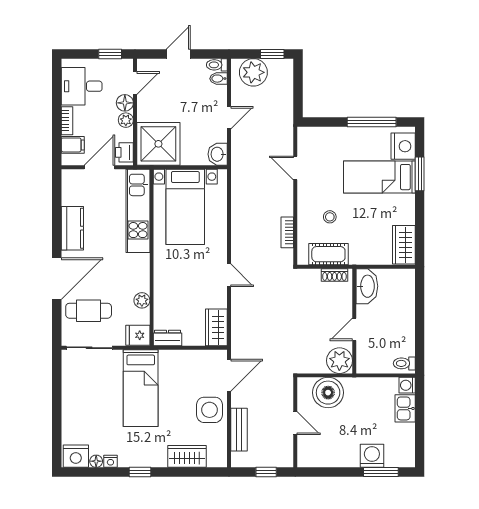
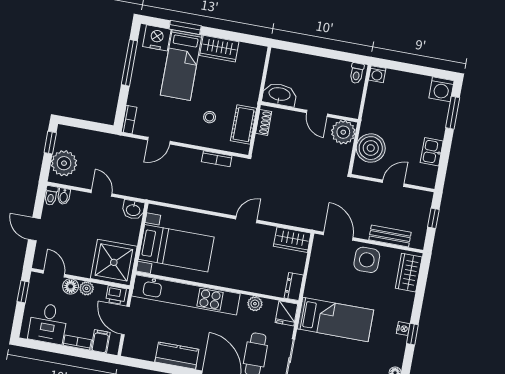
bookcase: (312, 133) -> (129, 120), added
kitchen unit: (138, 211) -> (186, 295), width x1.36
wardrobe: (404, 245) -> (219, 49), moved
kitchen sink: (405, 408) -> (432, 152), moved, turned 90
wardrobe: (187, 456) -> (409, 273), moved
washing machine: (372, 456) -> (441, 89), moved, turned -90
nightstand: (110, 461) -> (403, 329), moved

